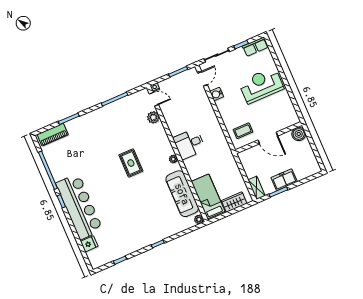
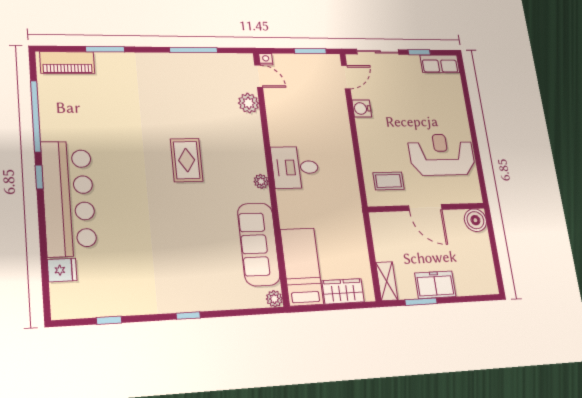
reception desk: (261, 85) -> (442, 155), moved

